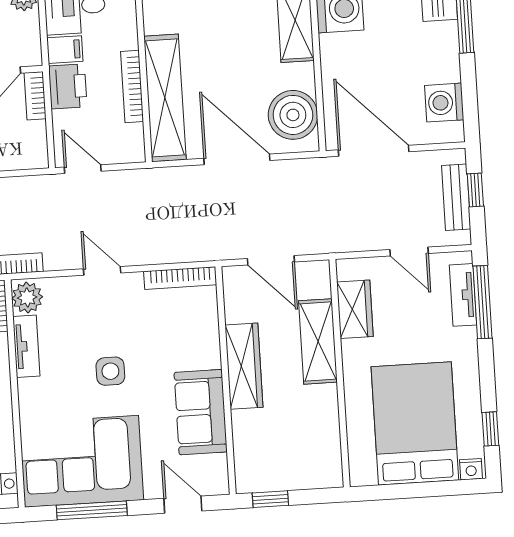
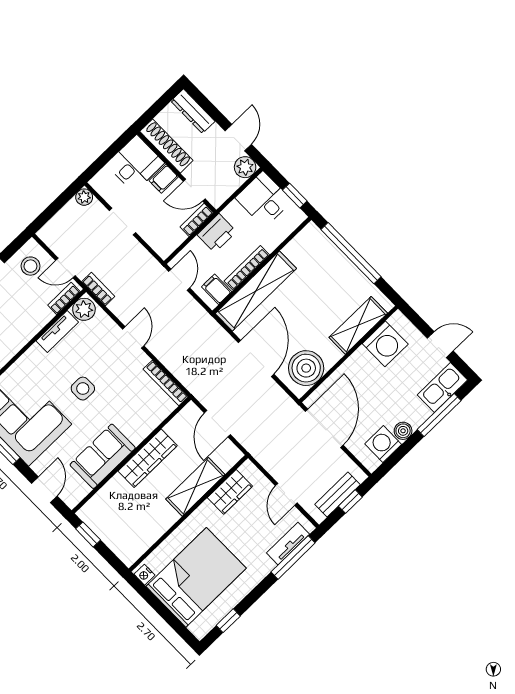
filing cabinet: (65, 50) -> (217, 289), moved, turned 180
boiler: (448, 69) -> (403, 431), added
nightstand: (471, 469) -> (145, 575), moved

